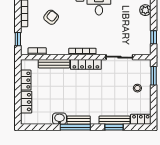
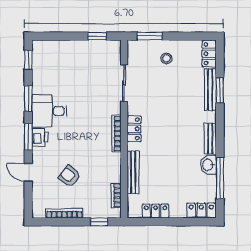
plant: (145, 10) -> (60, 47), removed
locker: (86, 64) -> (134, 129), width x0.66
locker: (26, 102) -> (201, 211), moved
window: (75, 127) -> (220, 178), moved

